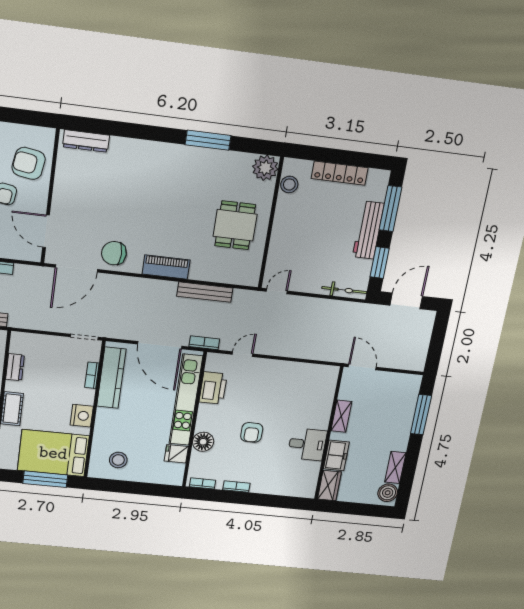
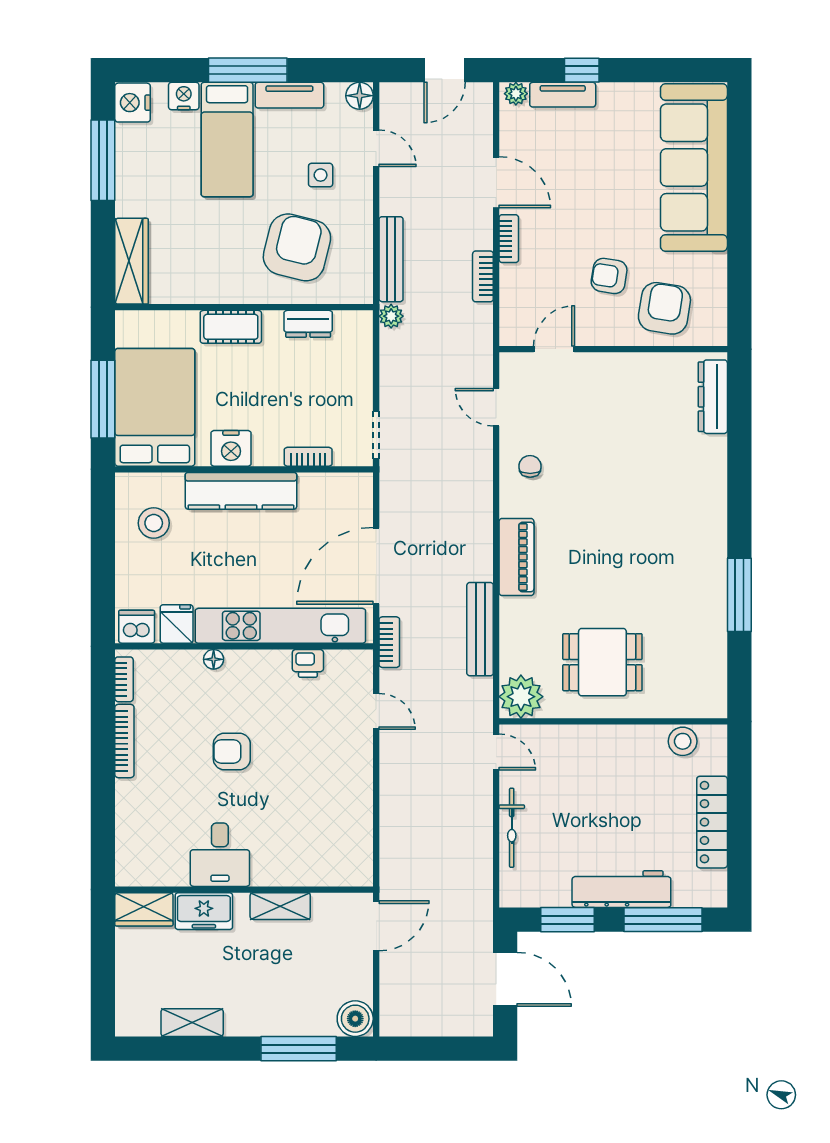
plant: (265, 168) -> (521, 697), moved
door: (46, 231) -> (554, 349), width x0.73
chair: (114, 253) -> (530, 466), width x0.54, depth x0.54
door: (76, 268) -> (496, 407), width x0.53
bicycle: (344, 290) -> (512, 828), moved
plant: (16, 321) -> (391, 316), added
kitchen counter: (111, 378) -> (241, 491), moved
printer: (213, 388) -> (308, 663), width x0.53, depth x0.68
floor lamp: (203, 442) -> (214, 659), width x0.53, depth x0.53
dishwasher: (175, 474) -> (137, 627), added
bookcase: (236, 487) -> (124, 741), width x1.56
boiler: (388, 493) -> (355, 1019), moved

